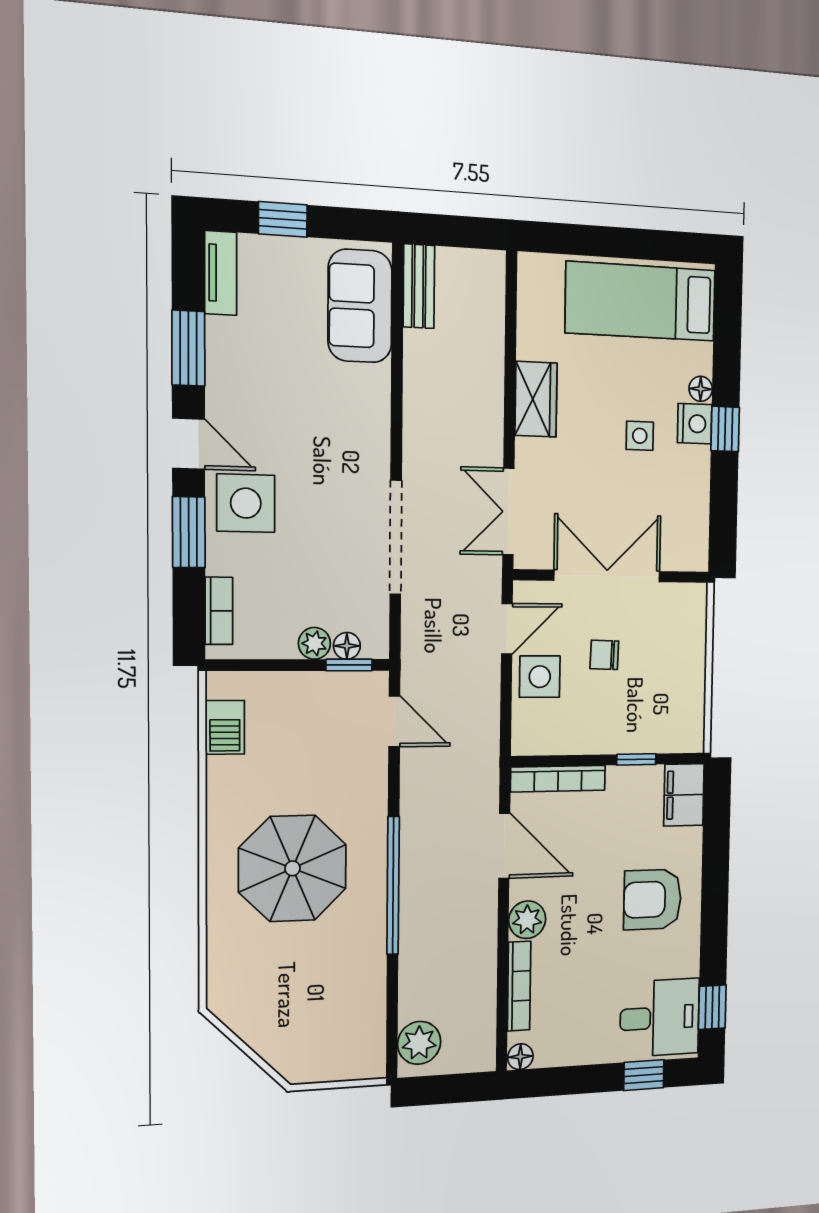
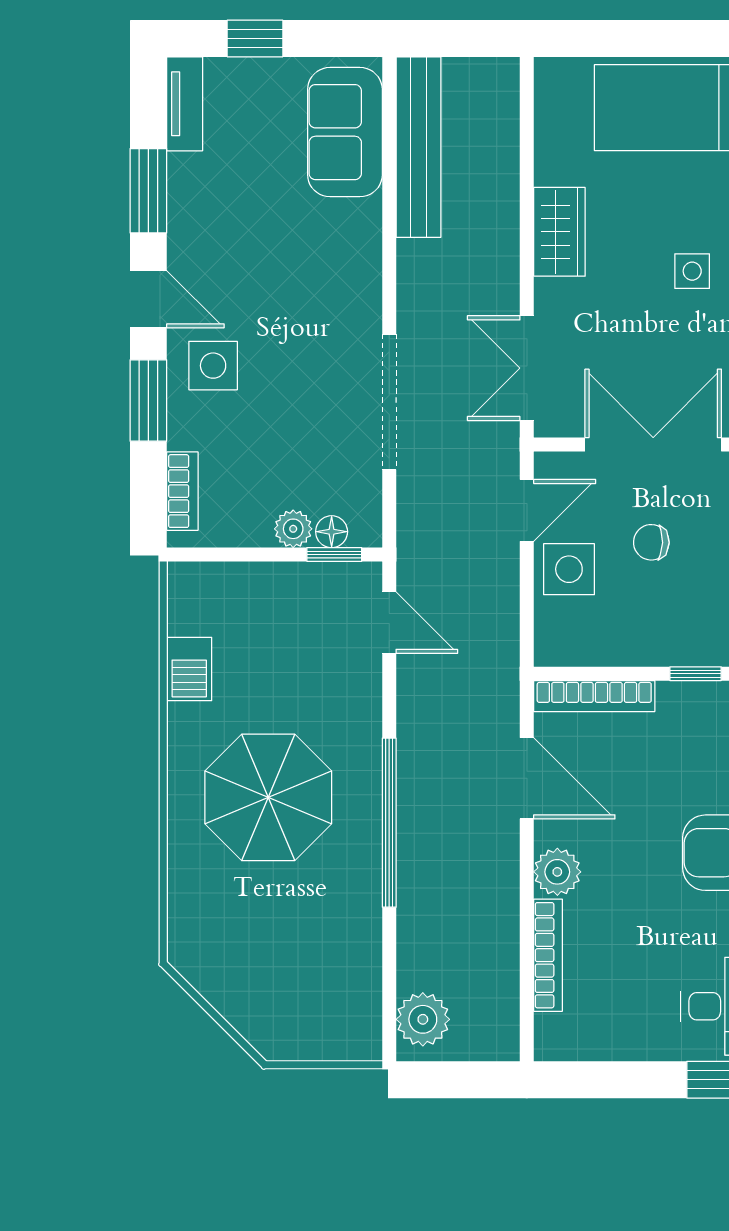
bench: (419, 286) -> (419, 147), width x1.86, depth x1.21
side table: (246, 503) -> (213, 366), width x0.73, depth x0.73
barbecue: (225, 727) -> (189, 669), moved
floor lamp: (520, 1057) -> (551, 1045), removed

